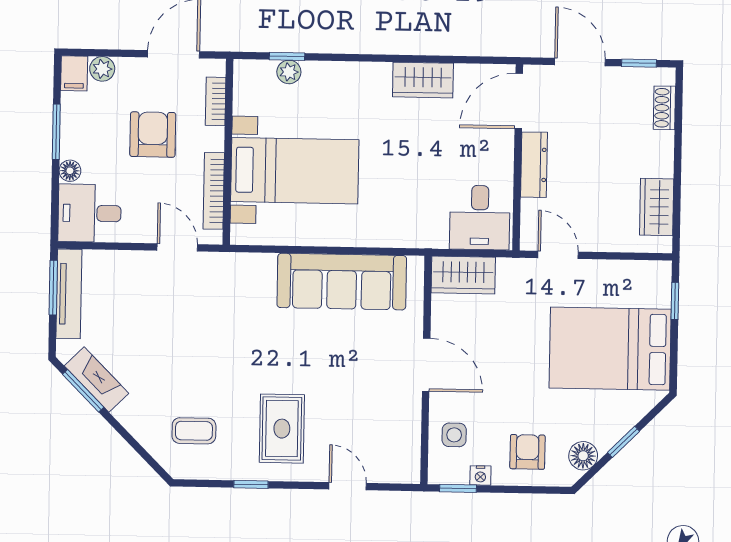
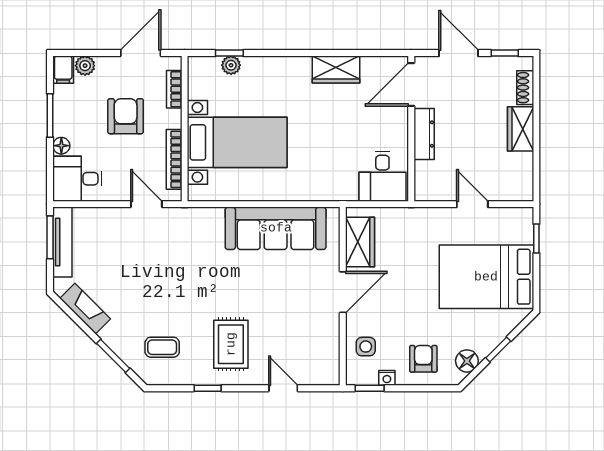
wardrobe: (657, 207) -> (521, 129), moved
door: (558, 255) -> (472, 204), moved
wardrobe: (463, 275) -> (360, 242), moved, turned -90
door: (426, 365) -> (343, 292), hinge flipped
window: (83, 391) -> (113, 356), moved

